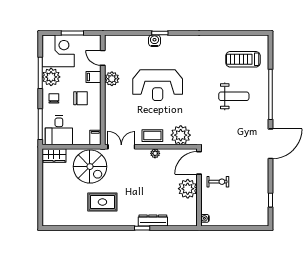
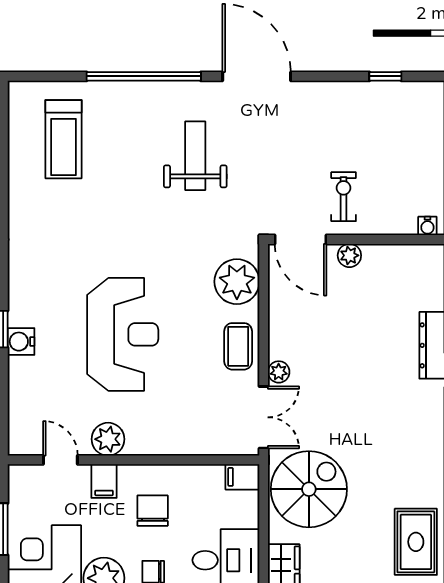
door: (103, 58) -> (60, 460), swing flipped
weight bench: (234, 96) -> (195, 156), moved
double door: (121, 147) -> (264, 417), swing flipped
plant: (155, 153) -> (279, 372), moved
plant: (188, 189) -> (349, 255), width x0.53, depth x0.53
rug: (102, 202) -> (416, 542), moved

